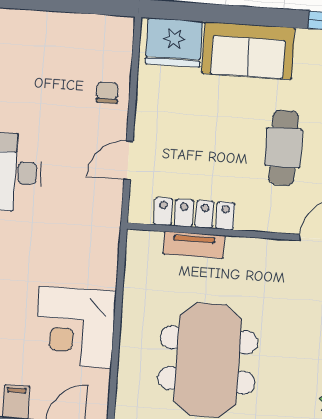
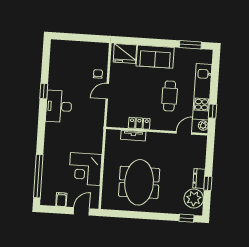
door: (128, 160) -> (107, 91), moved
locker: (194, 214) -> (139, 123), width x0.66

